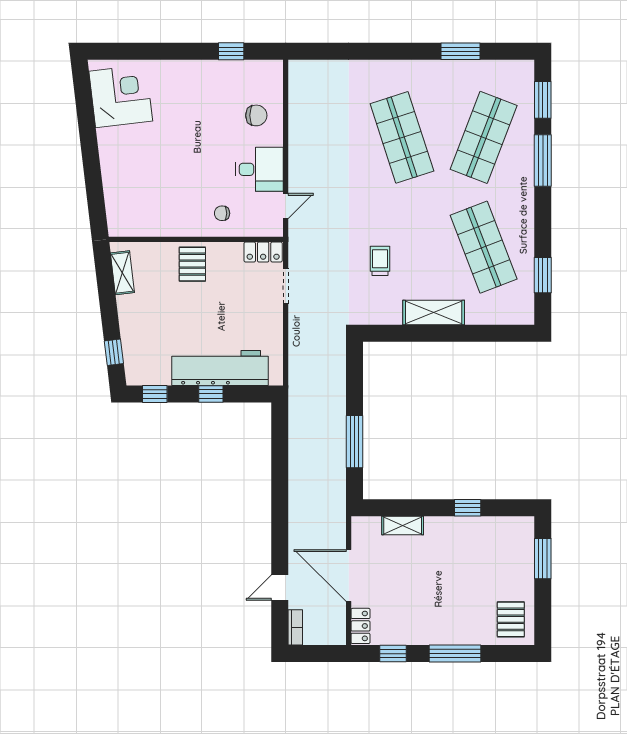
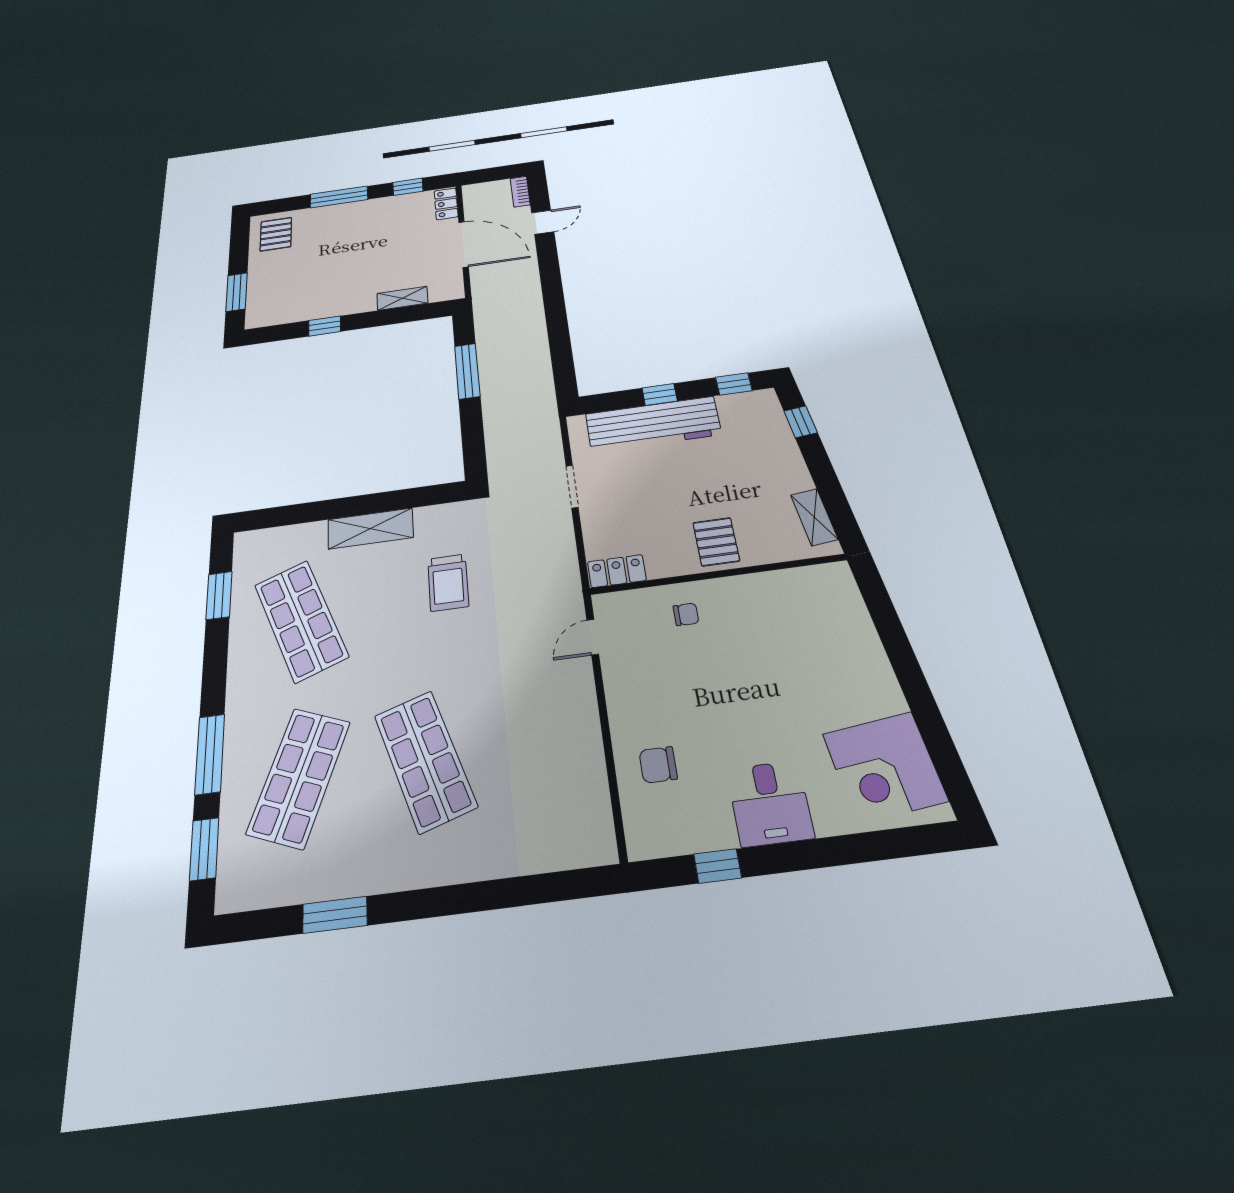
desk: (259, 169) -> (770, 803), moved, turned -90
trolley: (380, 261) -> (448, 582), width x1.36, depth x1.39
doorway: (286, 286) -> (572, 487), moved

